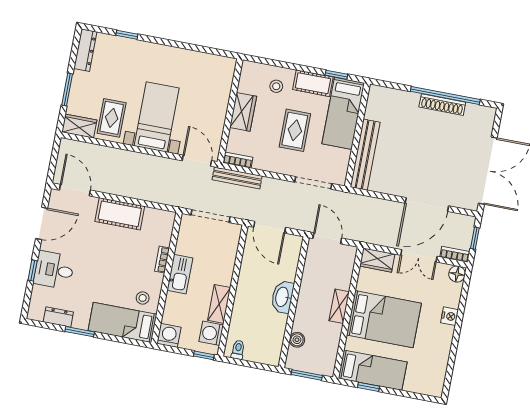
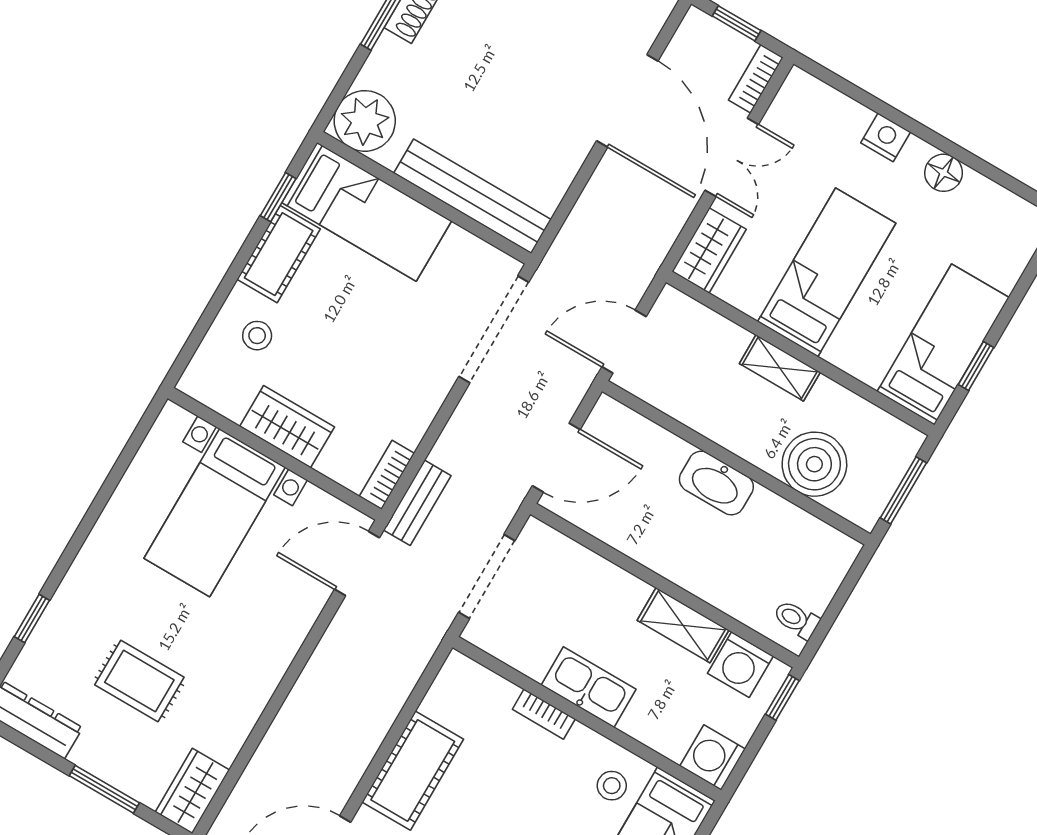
plant: (380, 99) -> (365, 121), added
bed with nightstands: (157, 117) -> (215, 513), moved, turned -90
rug: (112, 118) -> (139, 681), moved
rug: (295, 130) -> (366, 329), removed
bench: (237, 178) -> (417, 503), width x0.73
doorway: (313, 183) -> (494, 329), width x1.36
floor lamp: (457, 274) -> (944, 173), moved
bed: (384, 319) -> (827, 272), width x0.67
boiler: (297, 340) -> (814, 464), width x1.86, depth x1.86

